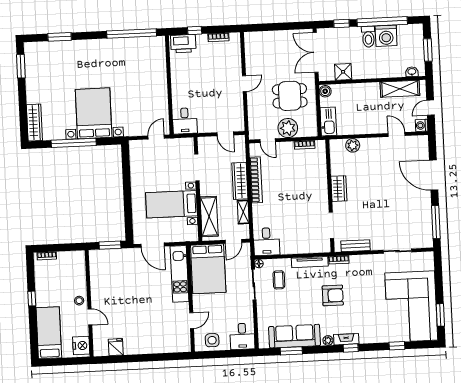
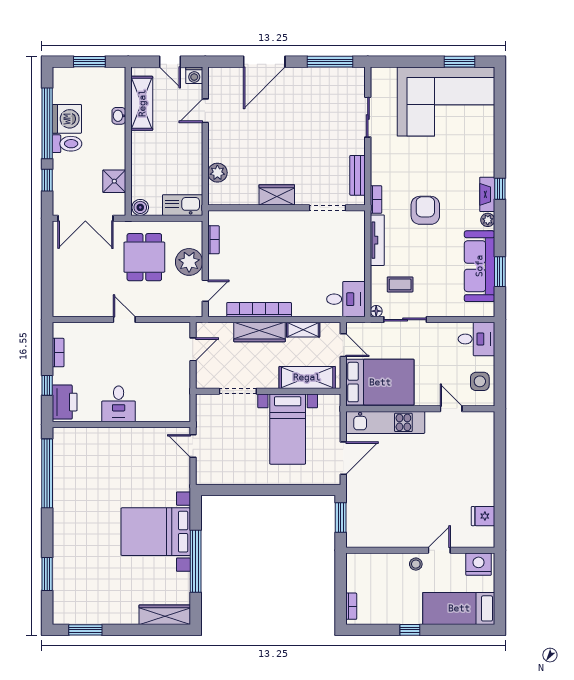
washbasin: (412, 72) -> (119, 116), moved
desk: (185, 121) -> (119, 404), moved, turned 90
window: (397, 346) -> (500, 124), removed

